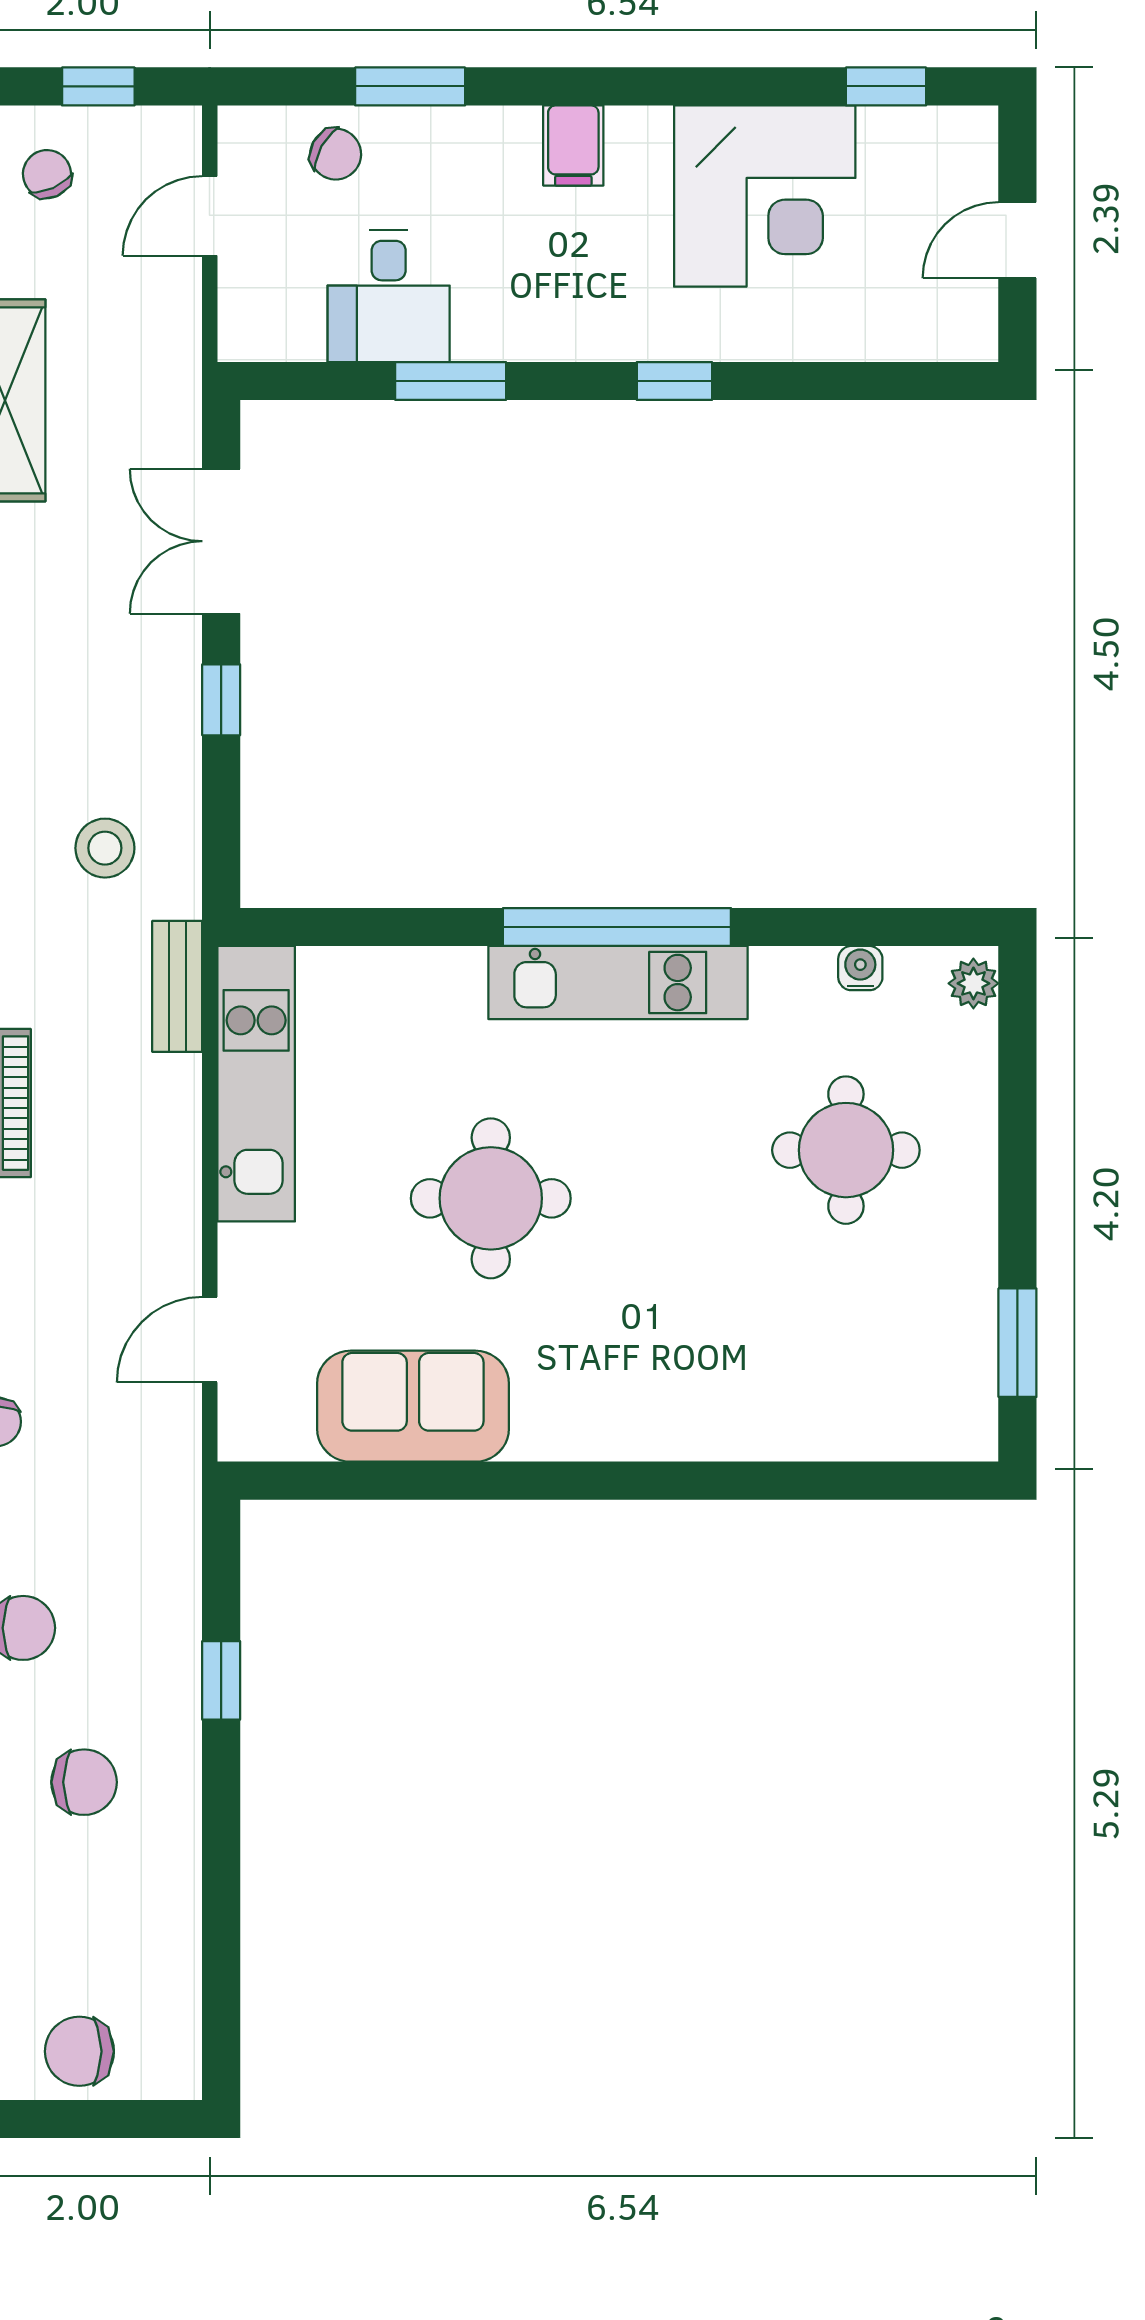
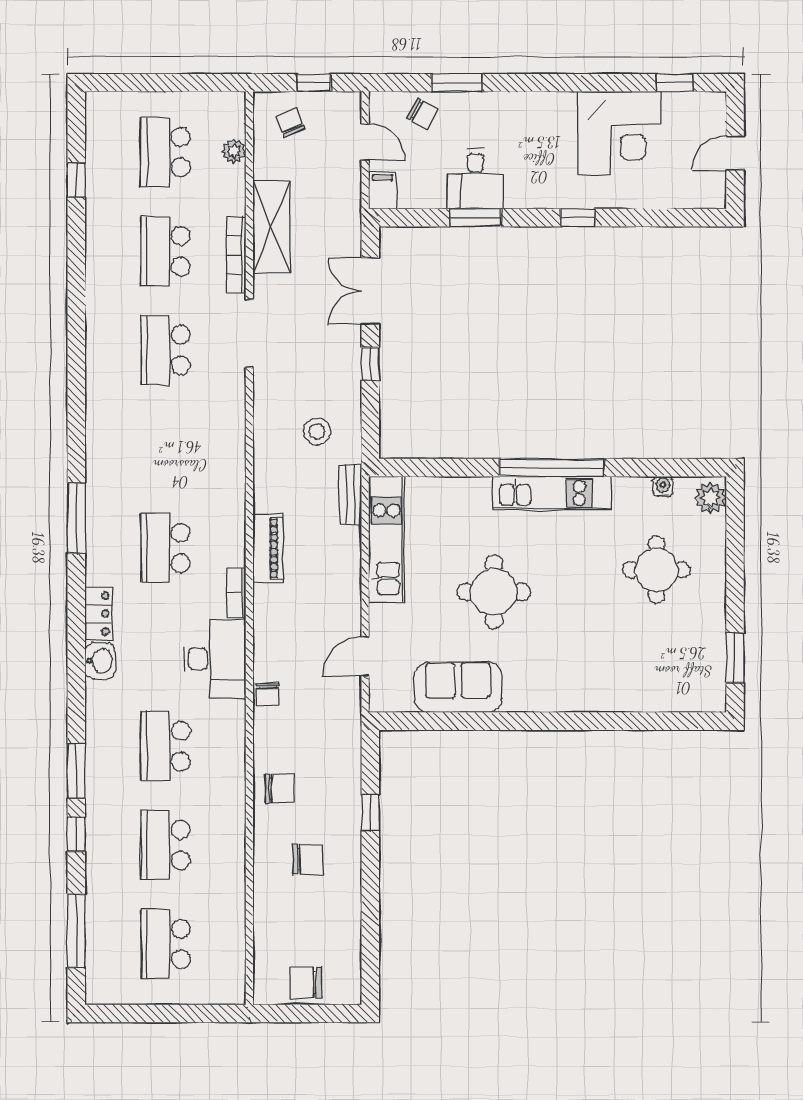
filing cabinet: (573, 146) -> (382, 191), moved, turned 180
door: (210, 216) -> (365, 142), swing flipped
desk: (389, 296) -> (475, 179), moved
plant: (973, 983) -> (711, 498), width x1.38, depth x1.38

